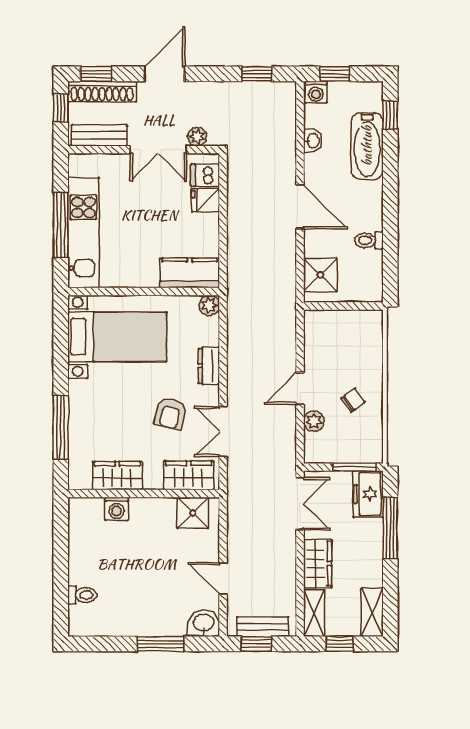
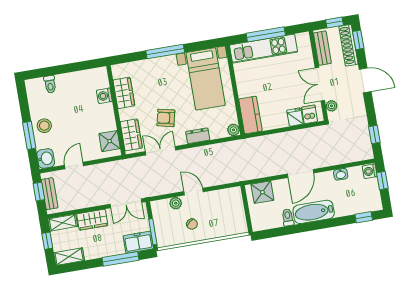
bathtub: (367, 146) -> (314, 212), moved
window: (61, 427) -> (165, 52), moved
stool: (149, 616) -> (44, 126), added

